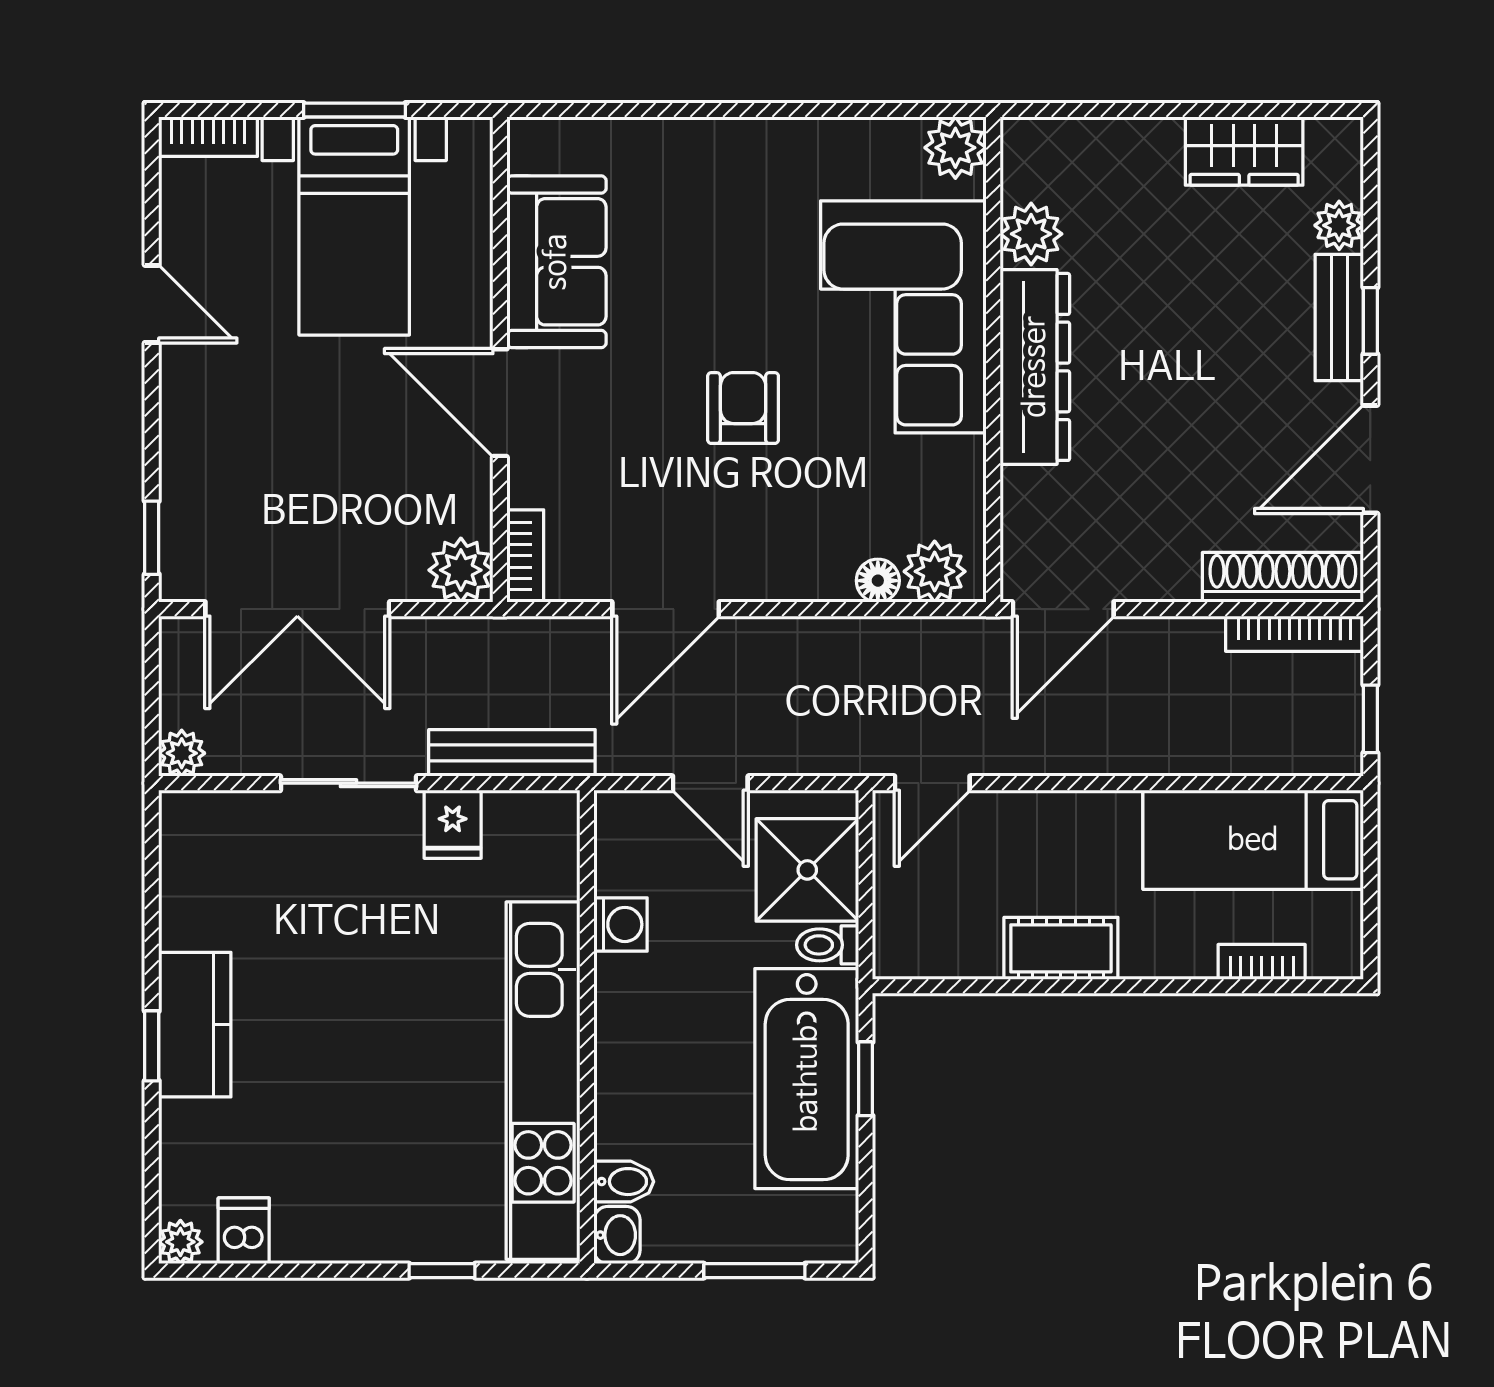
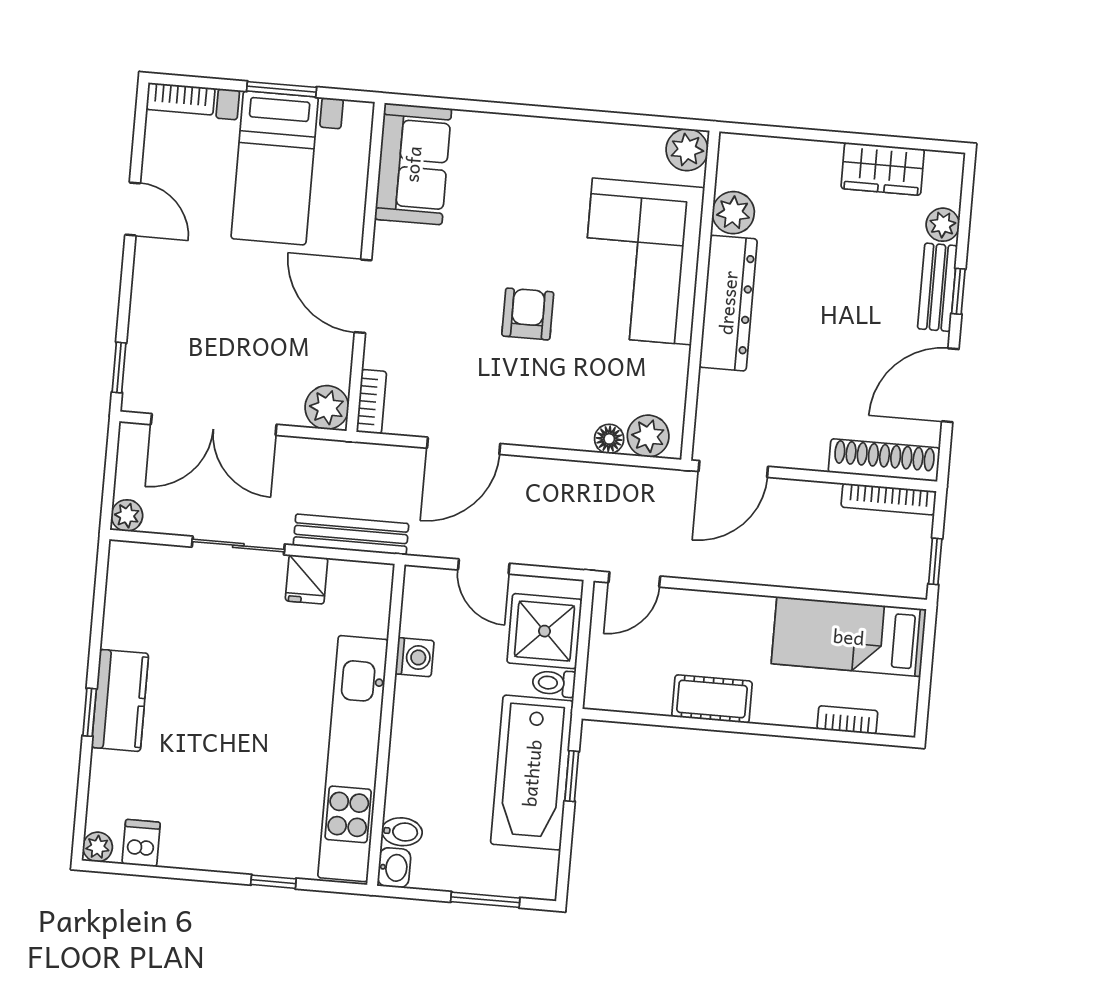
sofa: (556, 262) -> (413, 164), moved

